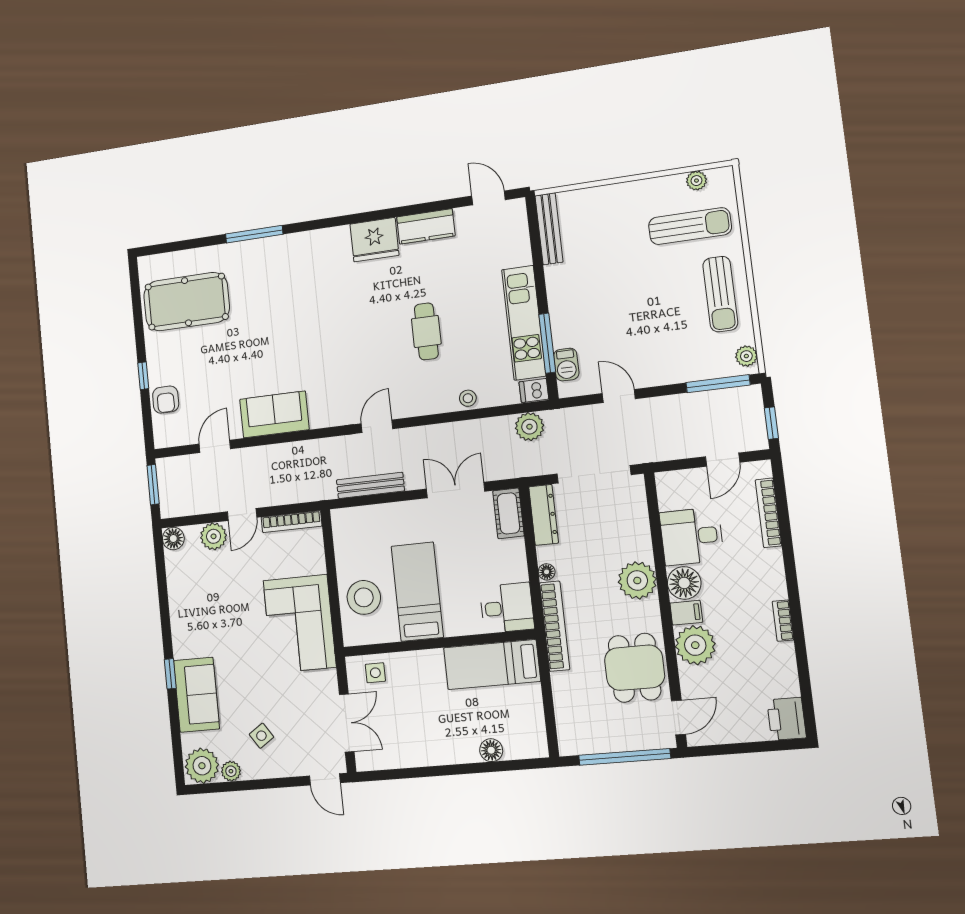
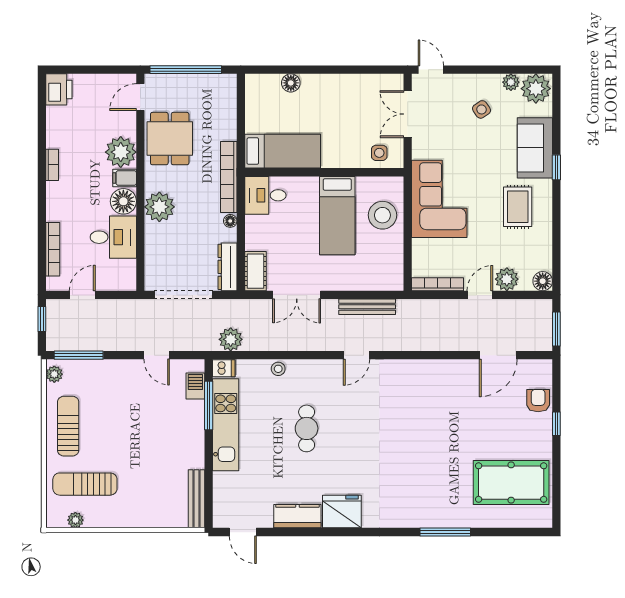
sofa: (274, 414) -> (443, 376), removed
door: (215, 446) -> (498, 355), width x1.38
rug: (209, 623) -> (518, 207), added

